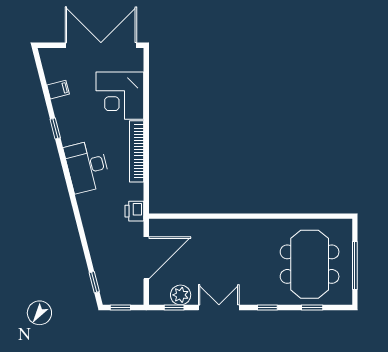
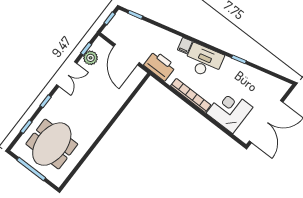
filing cabinet: (58, 90) -> (185, 46), moved
printer: (134, 211) -> (160, 66), width x1.87, depth x1.48
meeting table: (310, 264) -> (52, 144), turned 90

